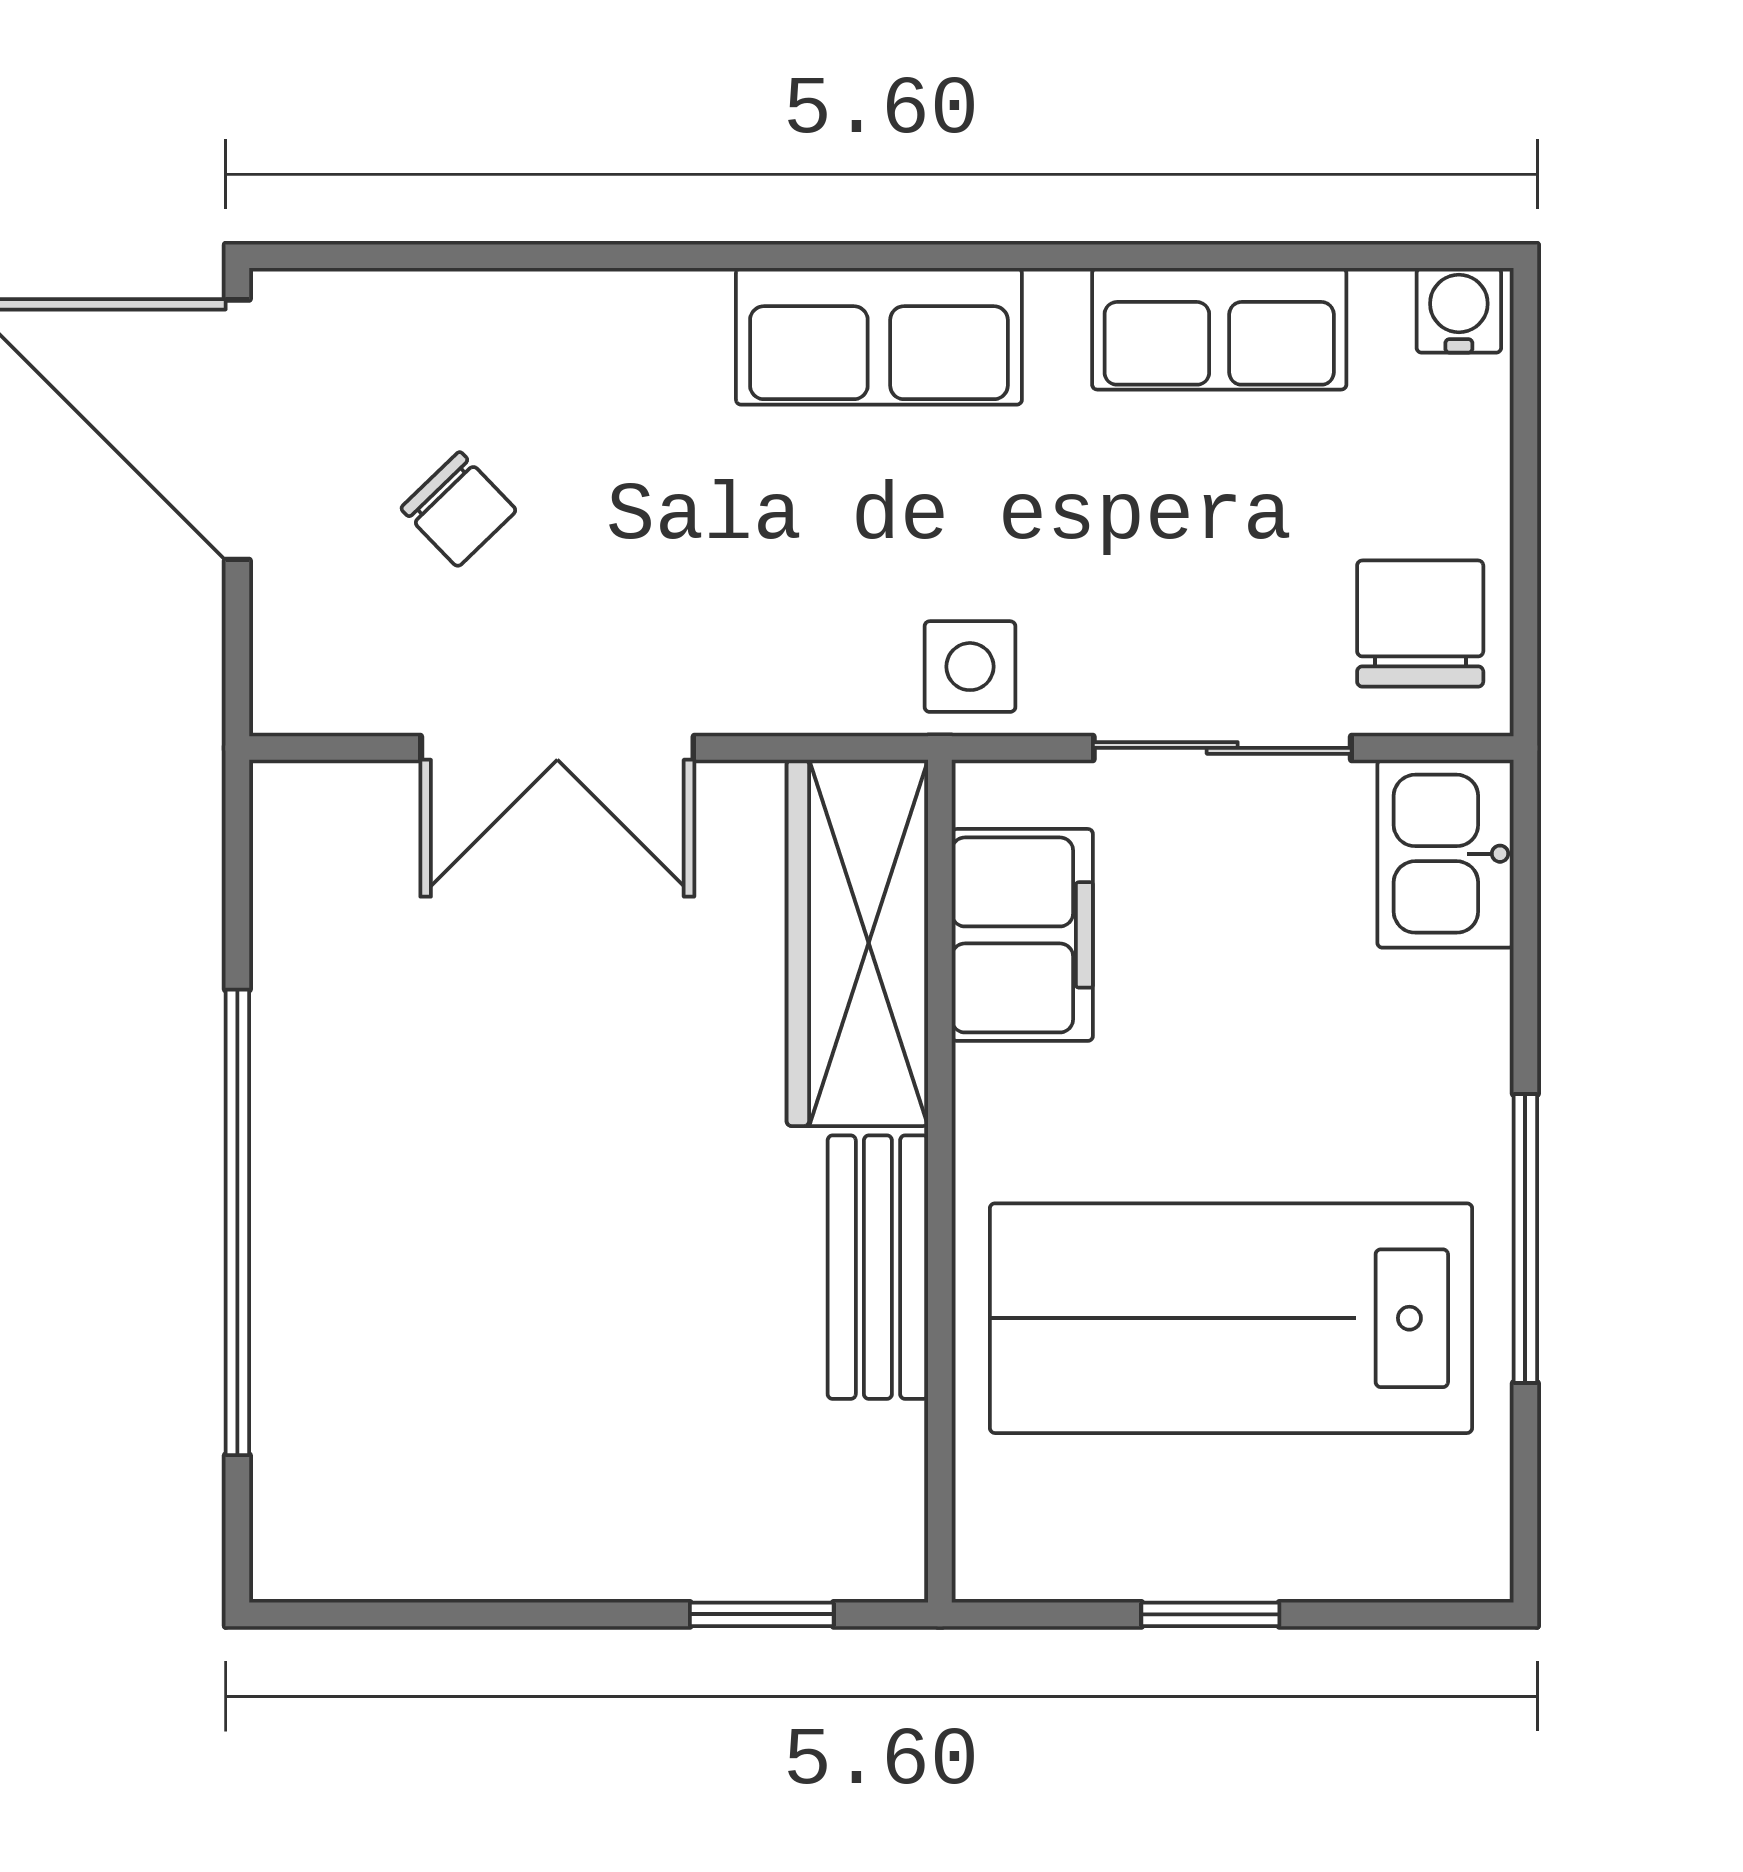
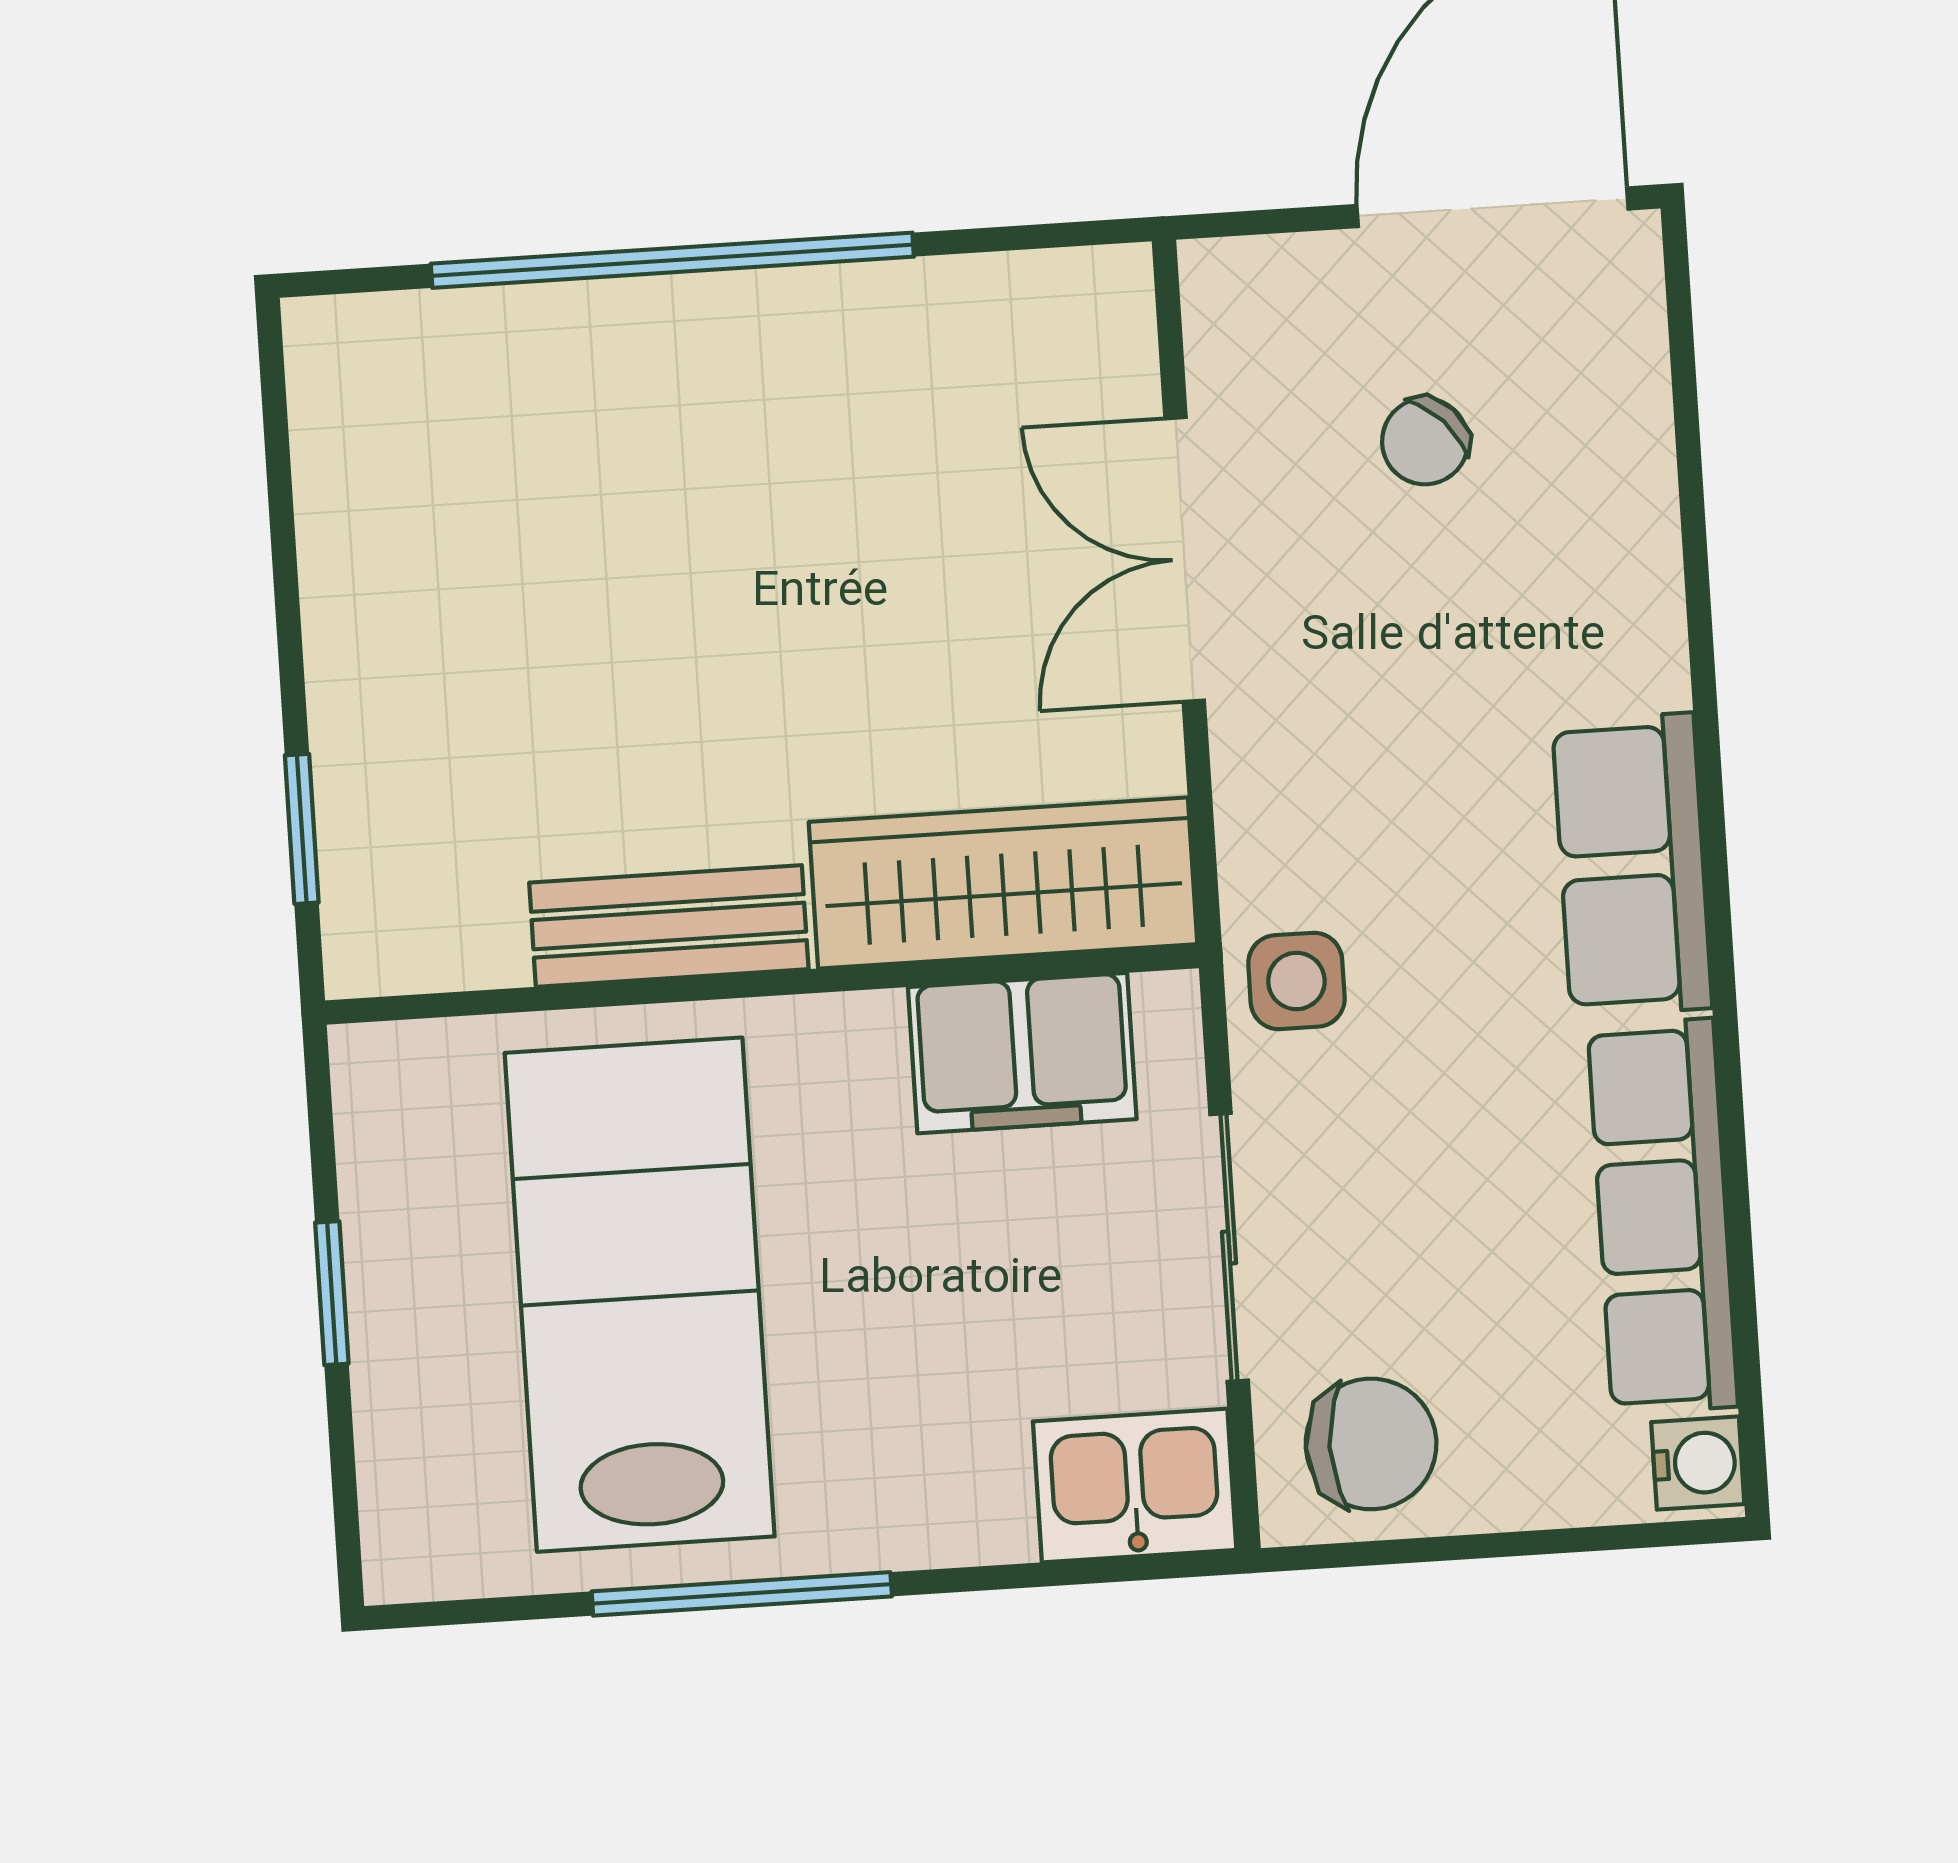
row of seats: (1219, 329) -> (1663, 1216), width x1.48

